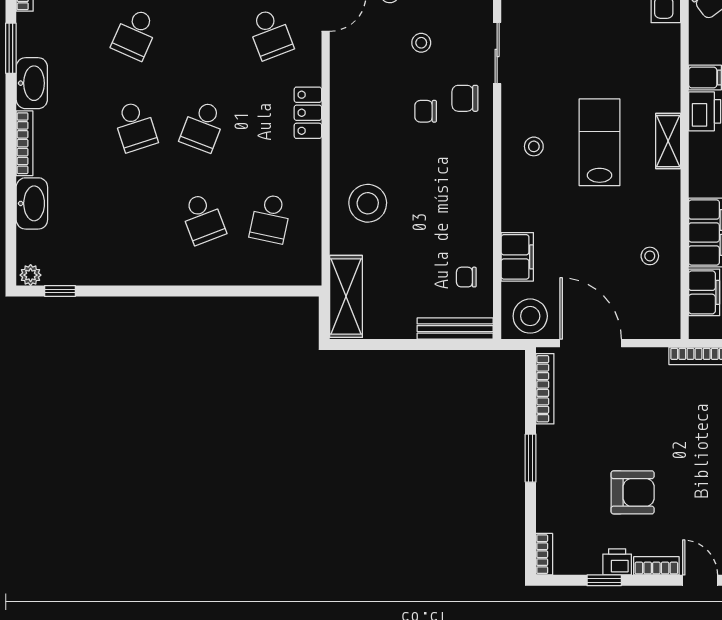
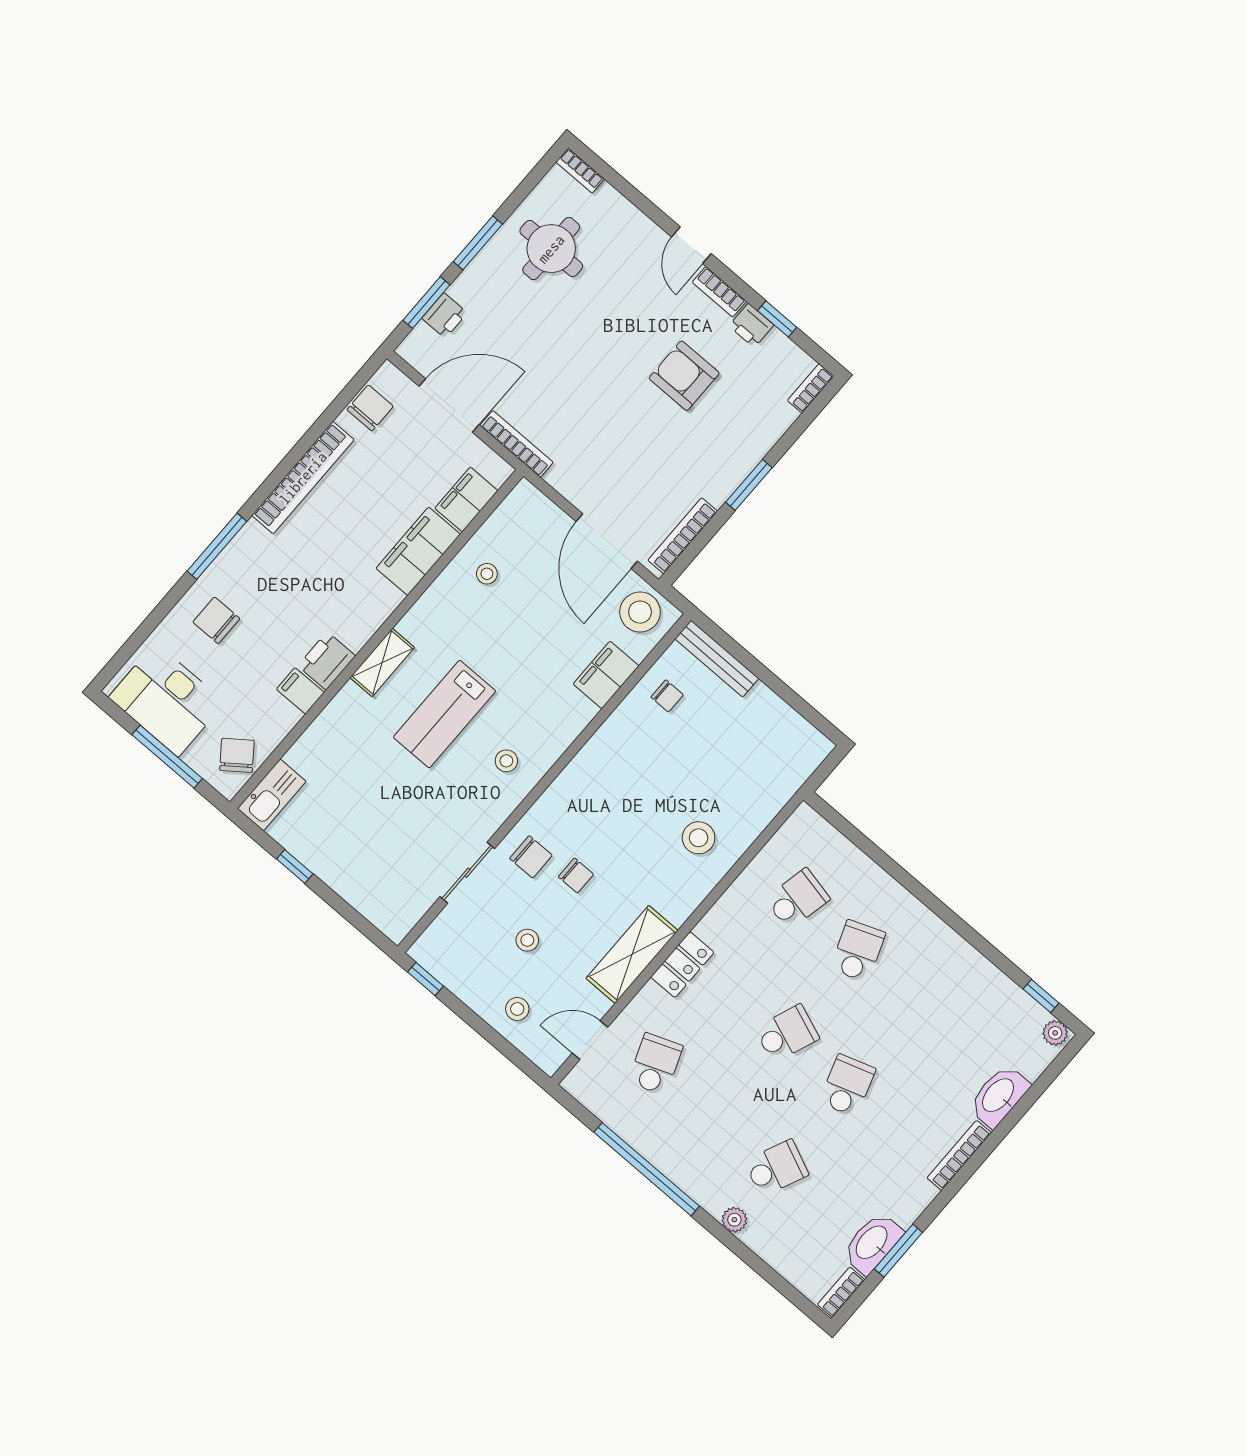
washbasin: (32, 83) -> (872, 1243), moved
stool: (368, 203) -> (699, 838), width x0.73, depth x0.73
shelving: (346, 296) -> (632, 954), moved

